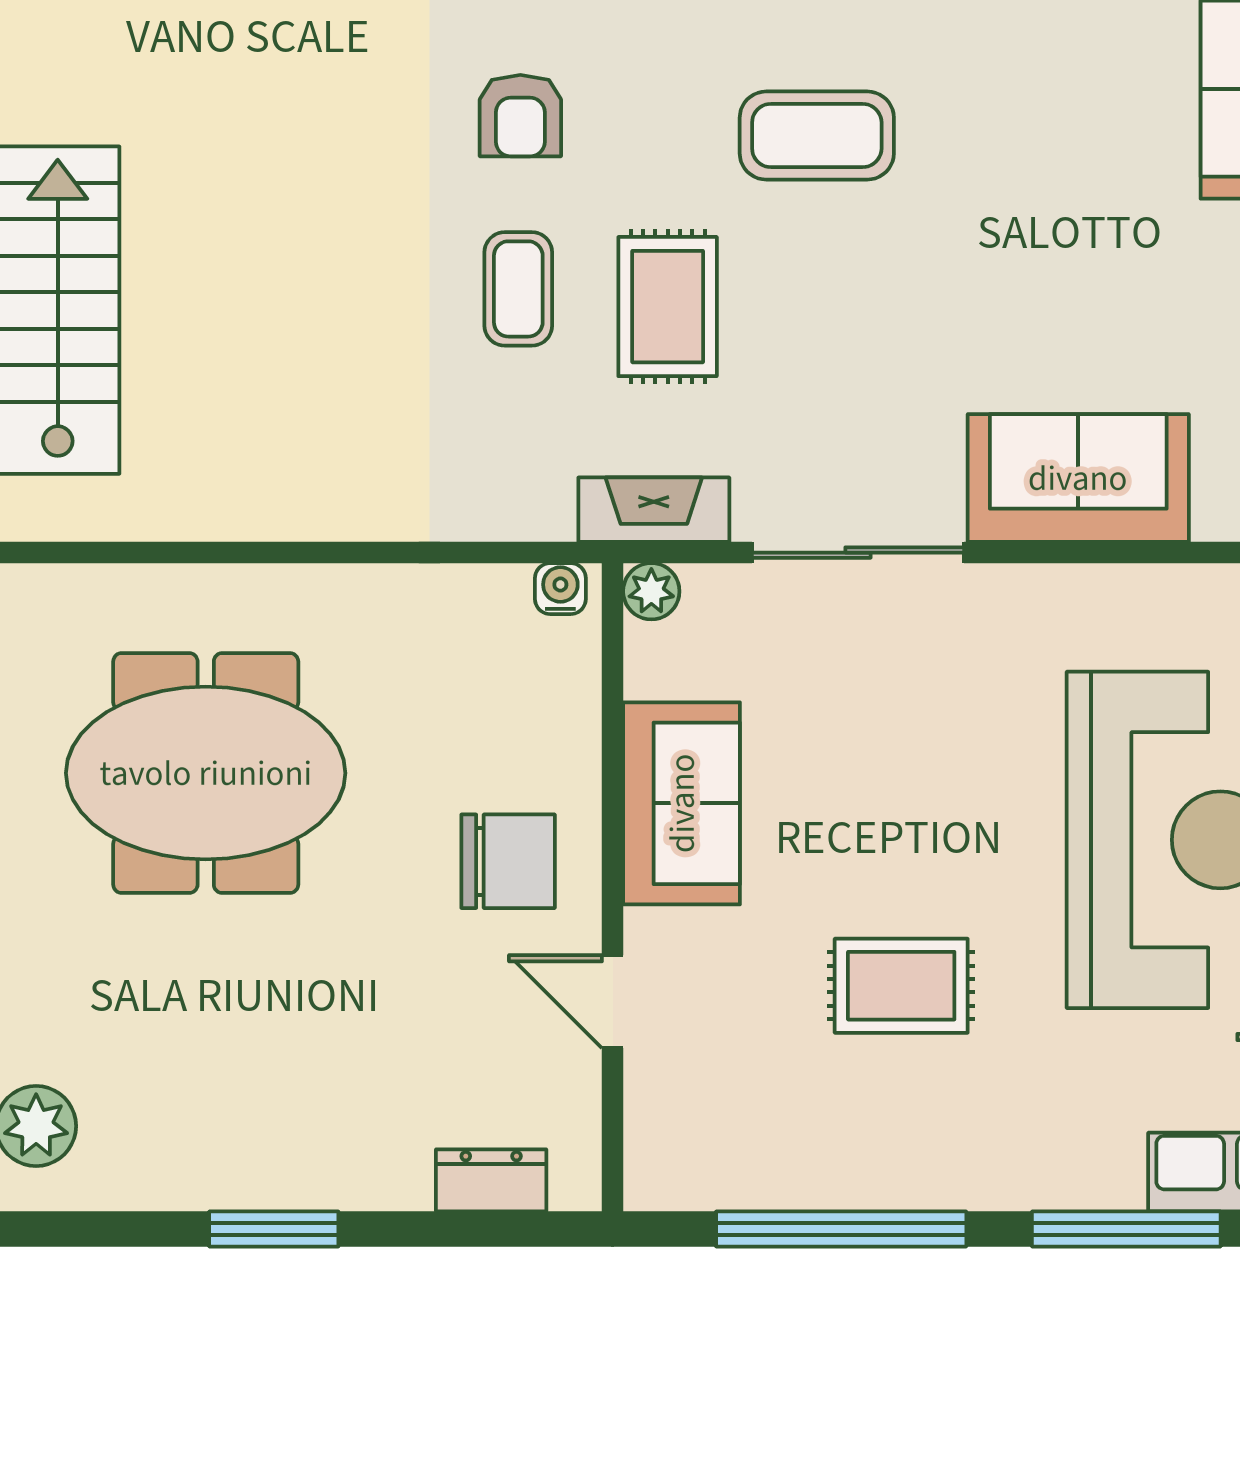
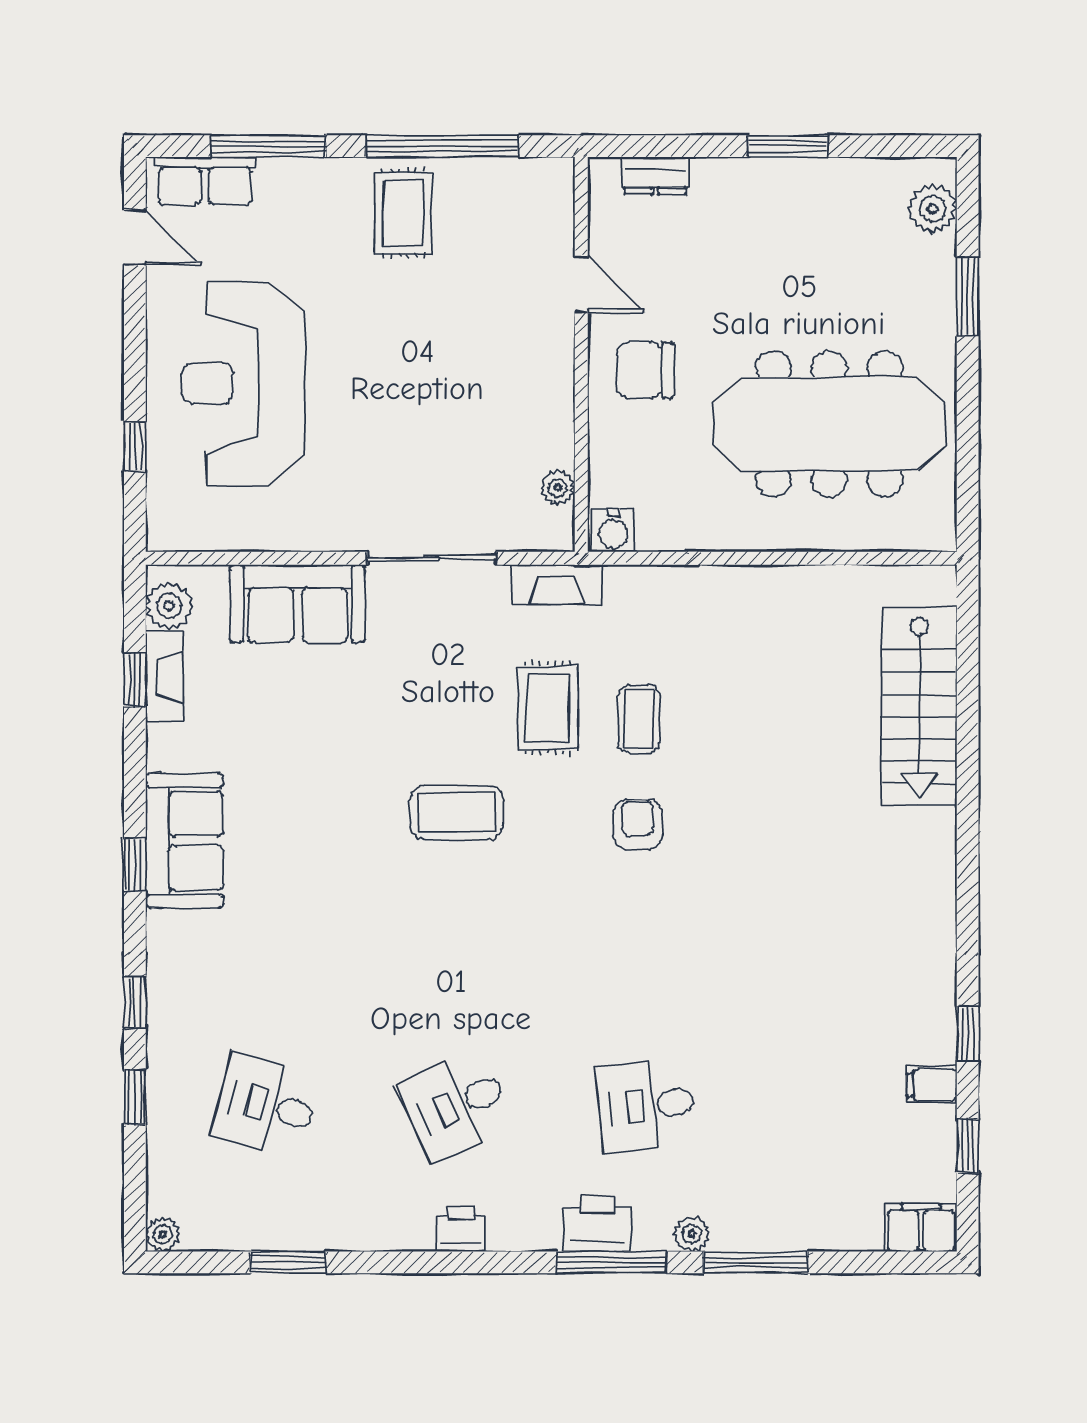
water cooler: (560, 589) -> (613, 530), width x1.38, depth x1.38
plant: (651, 591) -> (558, 488), moved
meeting table: (206, 773) -> (829, 424), width x1.36
sofa: (682, 803) -> (539, 405), removed
rug: (901, 986) -> (404, 213), moved, turned 90

